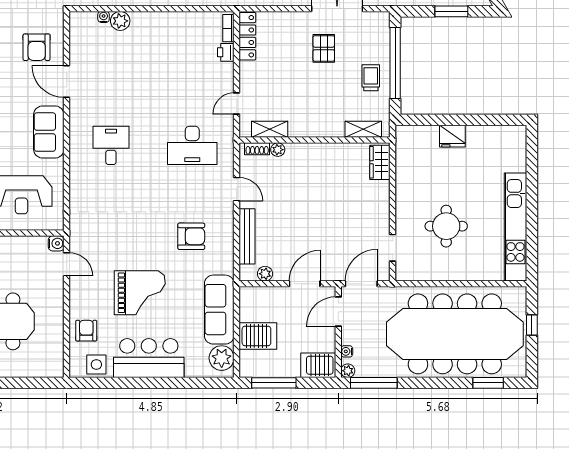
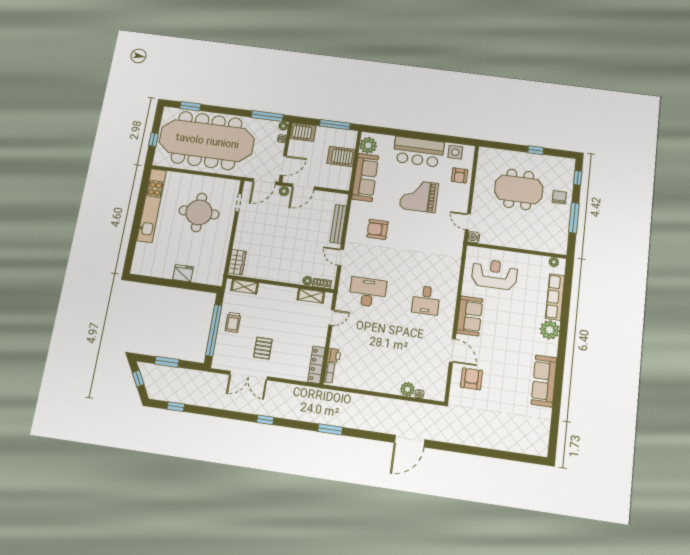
round table: (446, 226) -> (199, 212), width x1.36, depth x1.36
plant: (265, 274) -> (284, 191), moved

